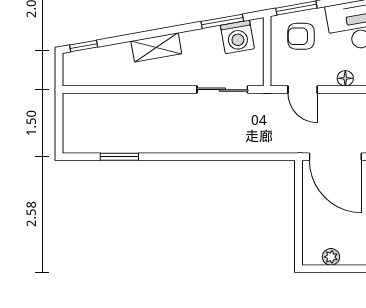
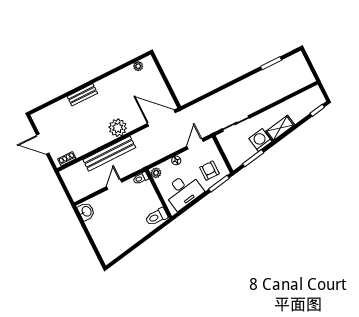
armchair: (301, 36) -> (209, 171), turned -90
washing machine: (237, 37) -> (260, 140), moved
door: (303, 90) -> (195, 144), hinge flipped

